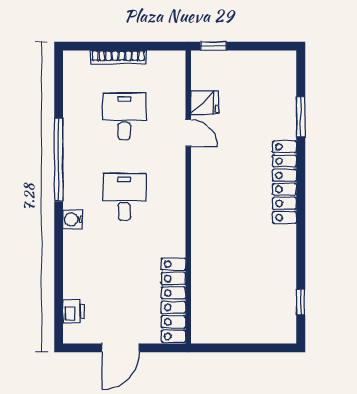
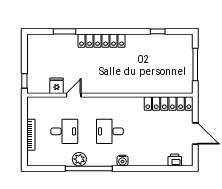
desk: (124, 116) -> (64, 131), turned 180
plant: (75, 143) -> (79, 159), added
window: (301, 302) -> (158, 31), moved
window: (242, 348) -> (195, 65), added

